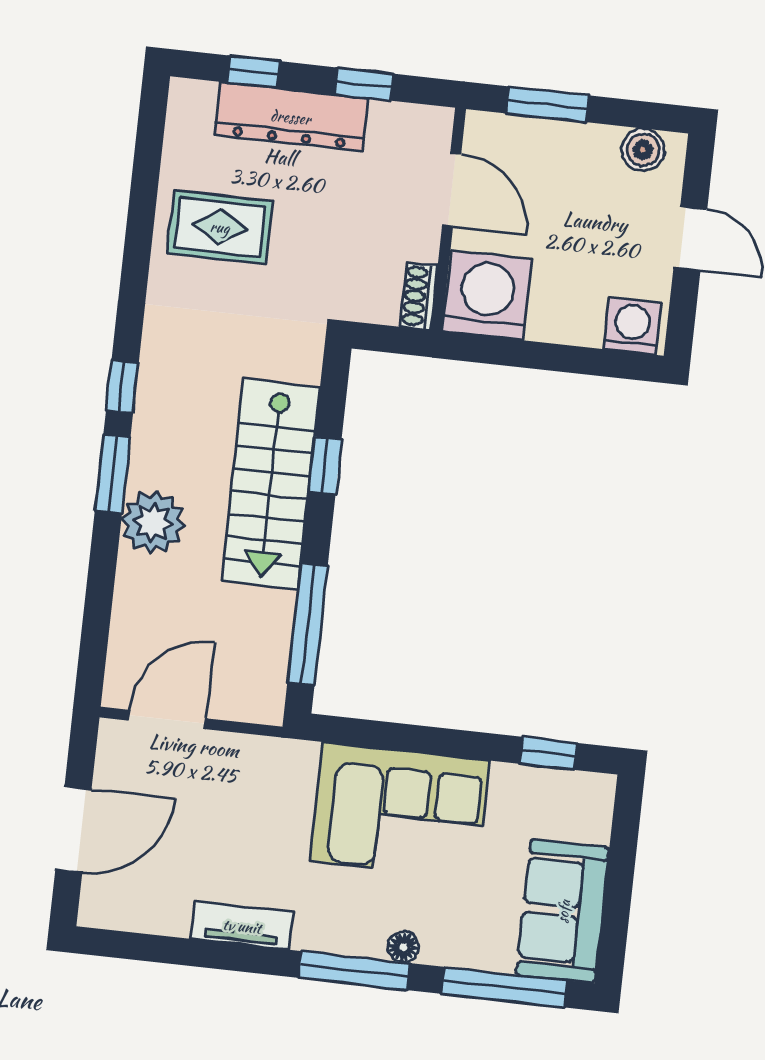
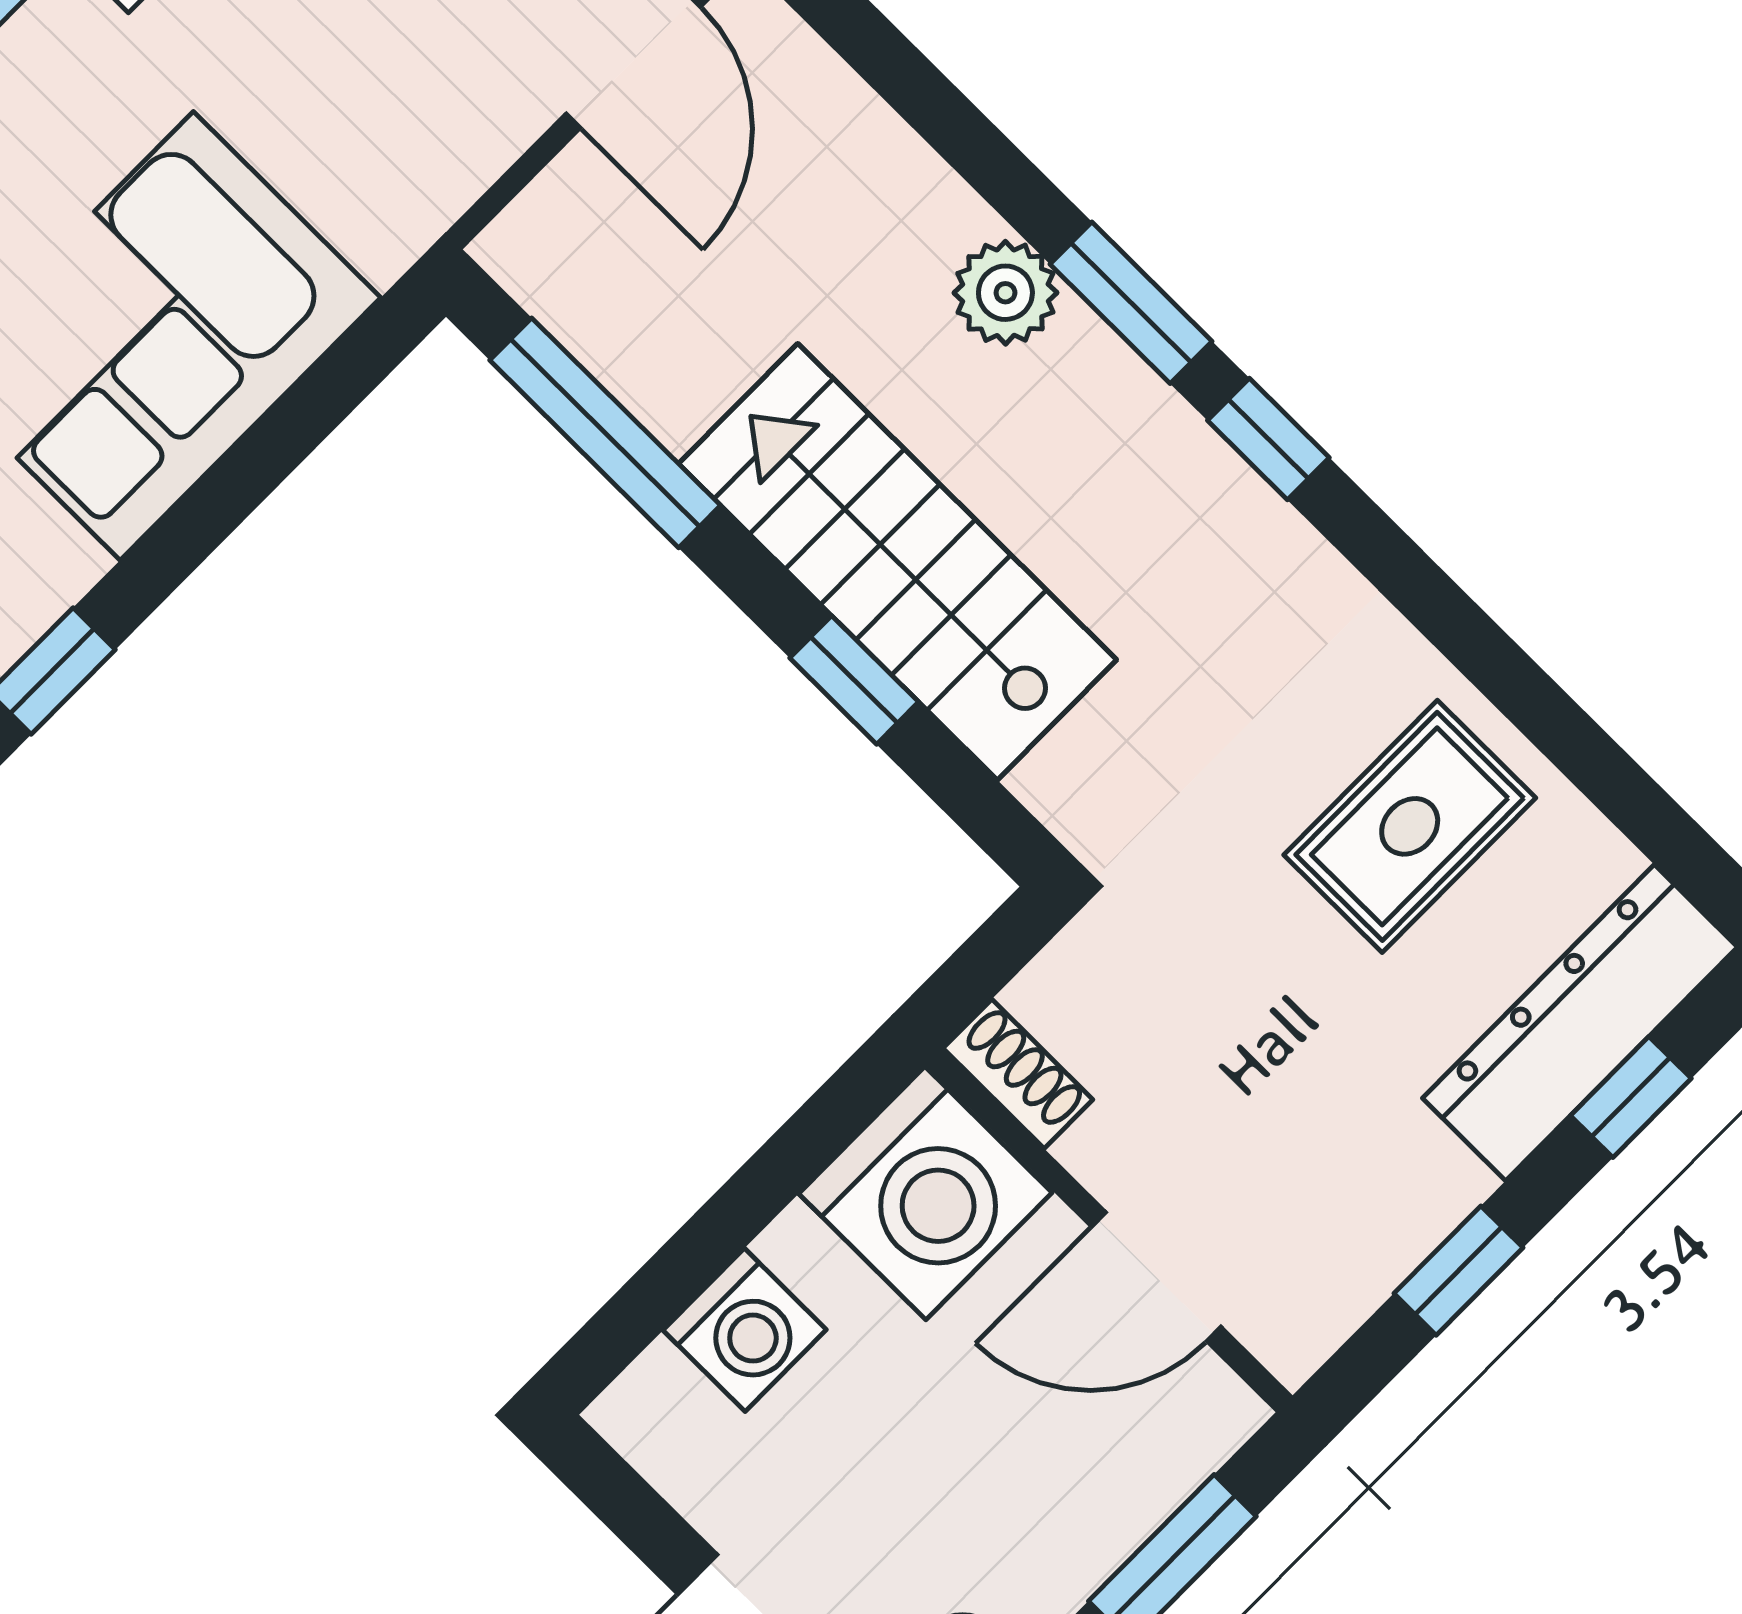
dresser: (291, 117) -> (1580, 1023), moved
washing machine: (632, 326) -> (745, 1330), moved
plant: (153, 522) -> (1005, 293), width x0.73, depth x0.73

